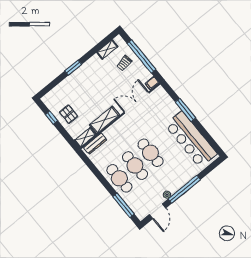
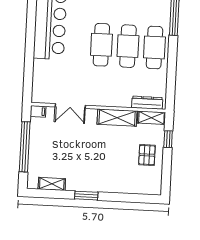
trolley: (124, 63) -> (47, 155), removed
window: (73, 68) -> (86, 196), moved
double door: (137, 102) -> (70, 106), width x0.73
window: (186, 110) -> (29, 55), removed
window: (52, 118) -> (168, 139), moved

